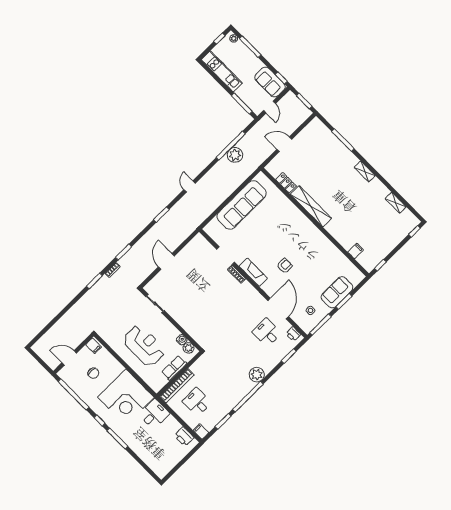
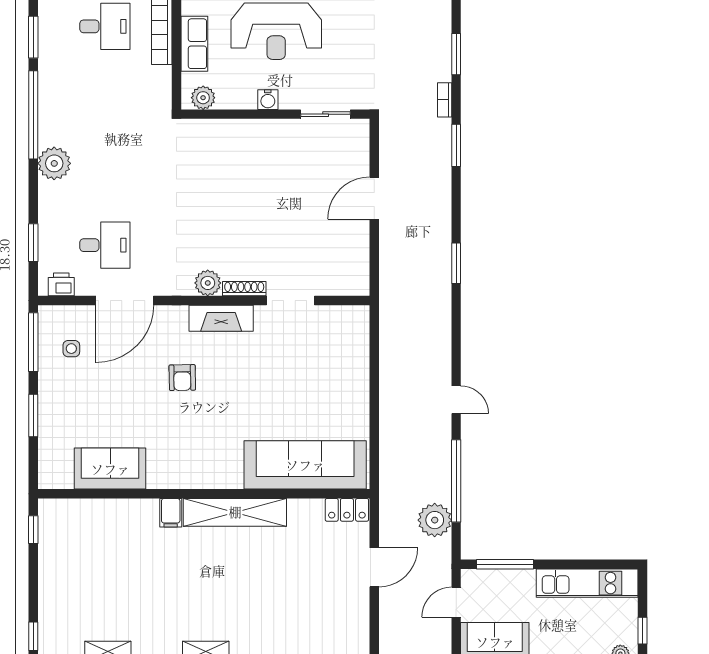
door: (269, 107) -> (456, 602), hinge flipped
plant: (235, 155) -> (435, 520), moved
locker: (286, 183) -> (347, 510), moved
door: (190, 186) -> (456, 400), moved
sofa: (242, 205) -> (305, 465), moved, turned 90
filing cabinet: (356, 251) -> (171, 513), moved
door: (166, 261) -> (374, 198), swing flipped
plant: (246, 288) -> (208, 283), added
sofa: (337, 292) -> (110, 469), moved, turned -90
door: (278, 309) -> (125, 301), hinge flipped
water cooler: (182, 340) -> (268, 100), moved

